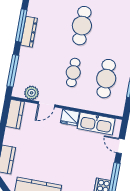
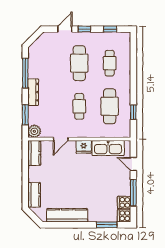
dresser: (29, 32) -> (33, 92), moved
cafe table: (115, 32) -> (110, 63), added
window: (13, 71) -> (25, 115), width x0.69
plant: (32, 93) -> (34, 131), moved

